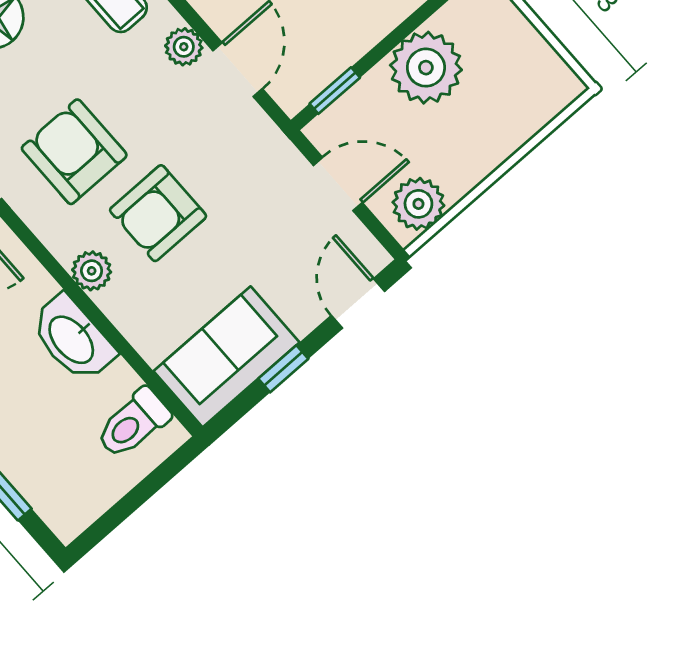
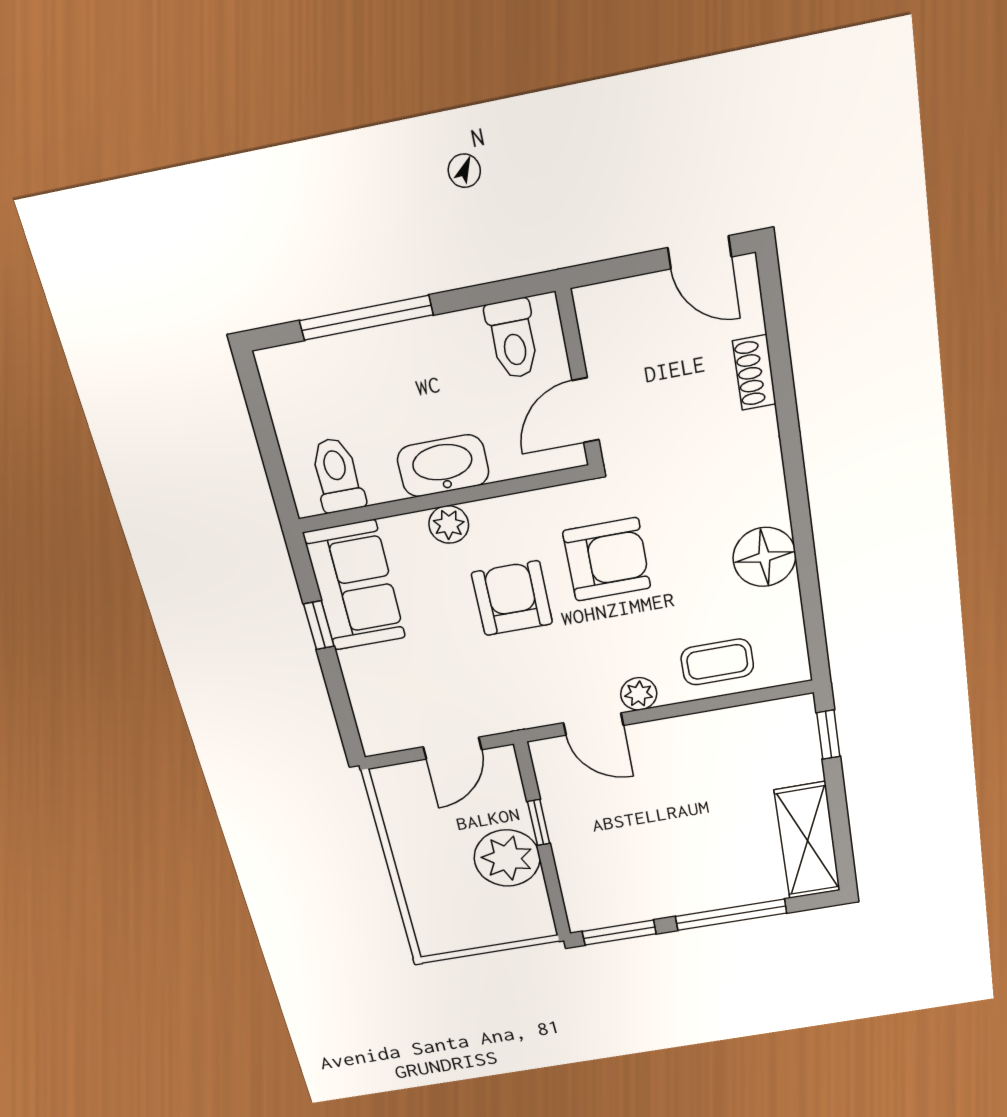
window: (335, 91) -> (539, 822), moved
plant: (418, 204) -> (400, 798), removed
plant: (92, 271) -> (449, 524), moved
door: (358, 303) -> (343, 712), removed

